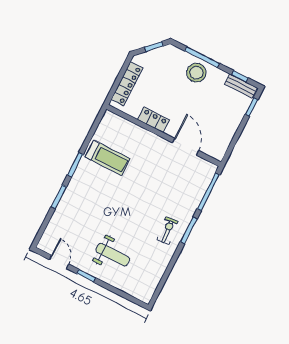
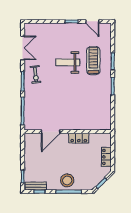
locker: (127, 84) -> (106, 157), width x0.66
door: (185, 147) -> (51, 132), hinge flipped
treadmill: (108, 158) -> (93, 61), moved, turned 90
weight bench: (113, 255) -> (68, 62), moved
double door: (167, 274) -> (23, 48), added

